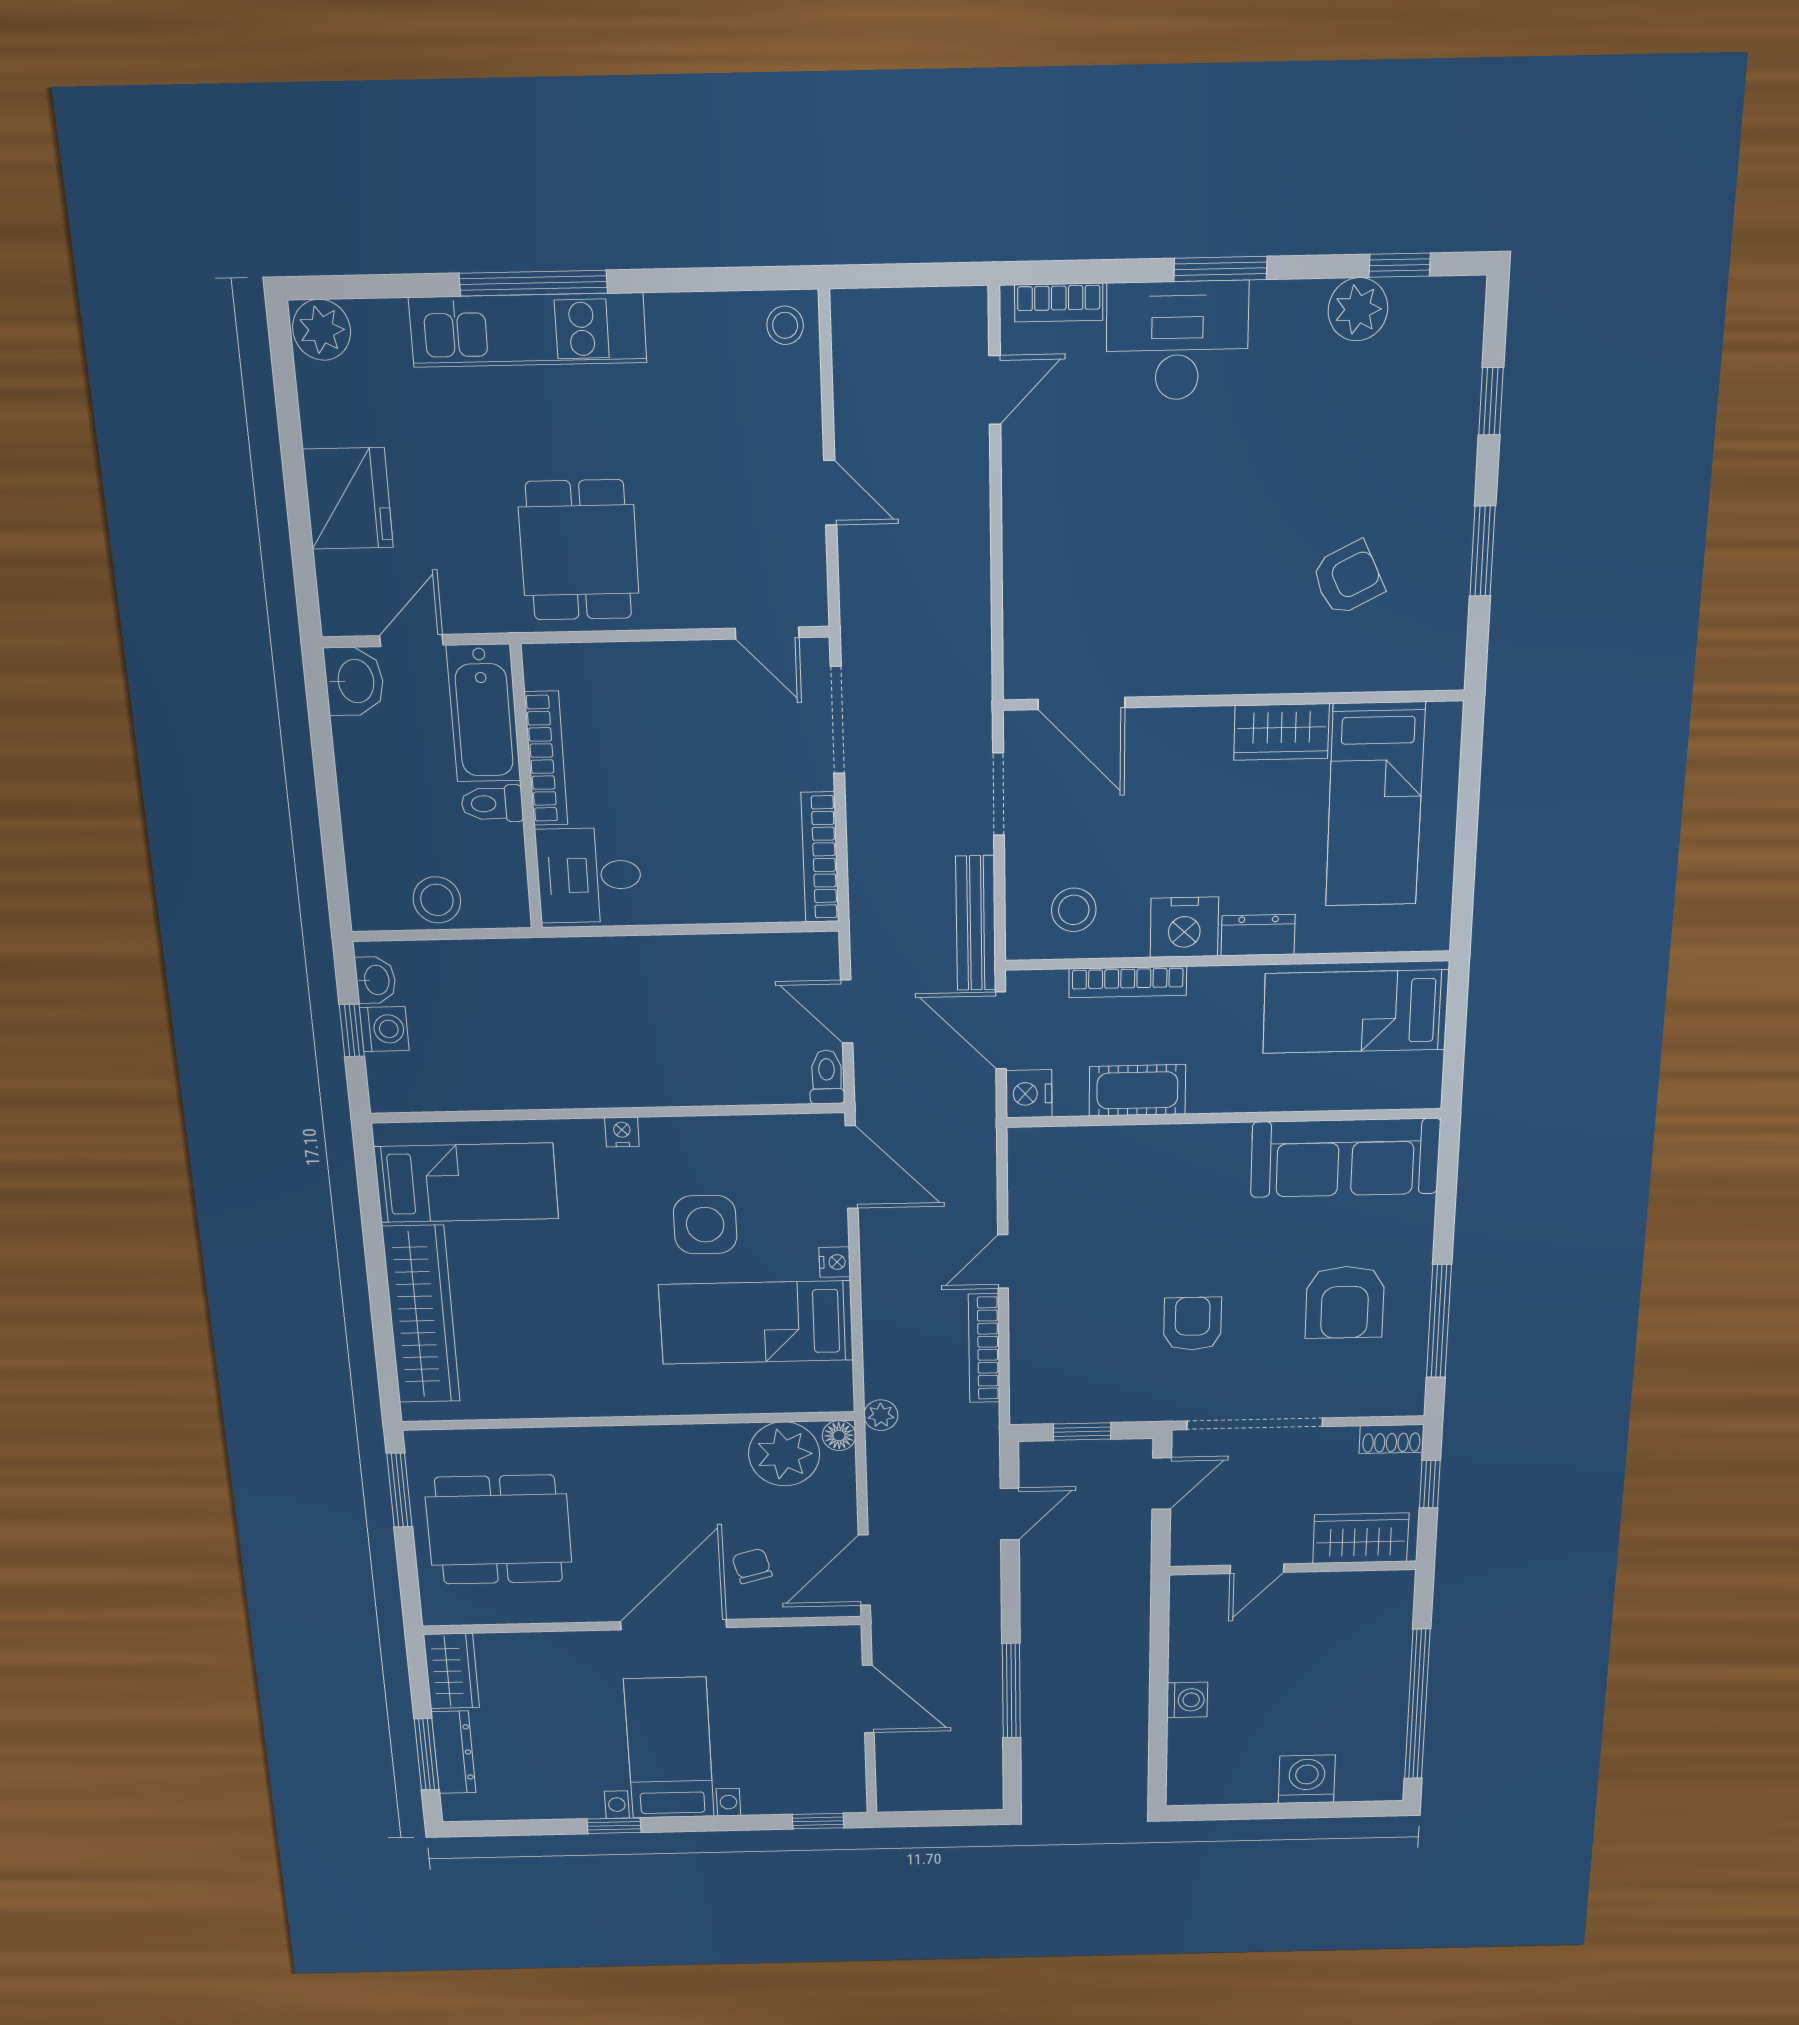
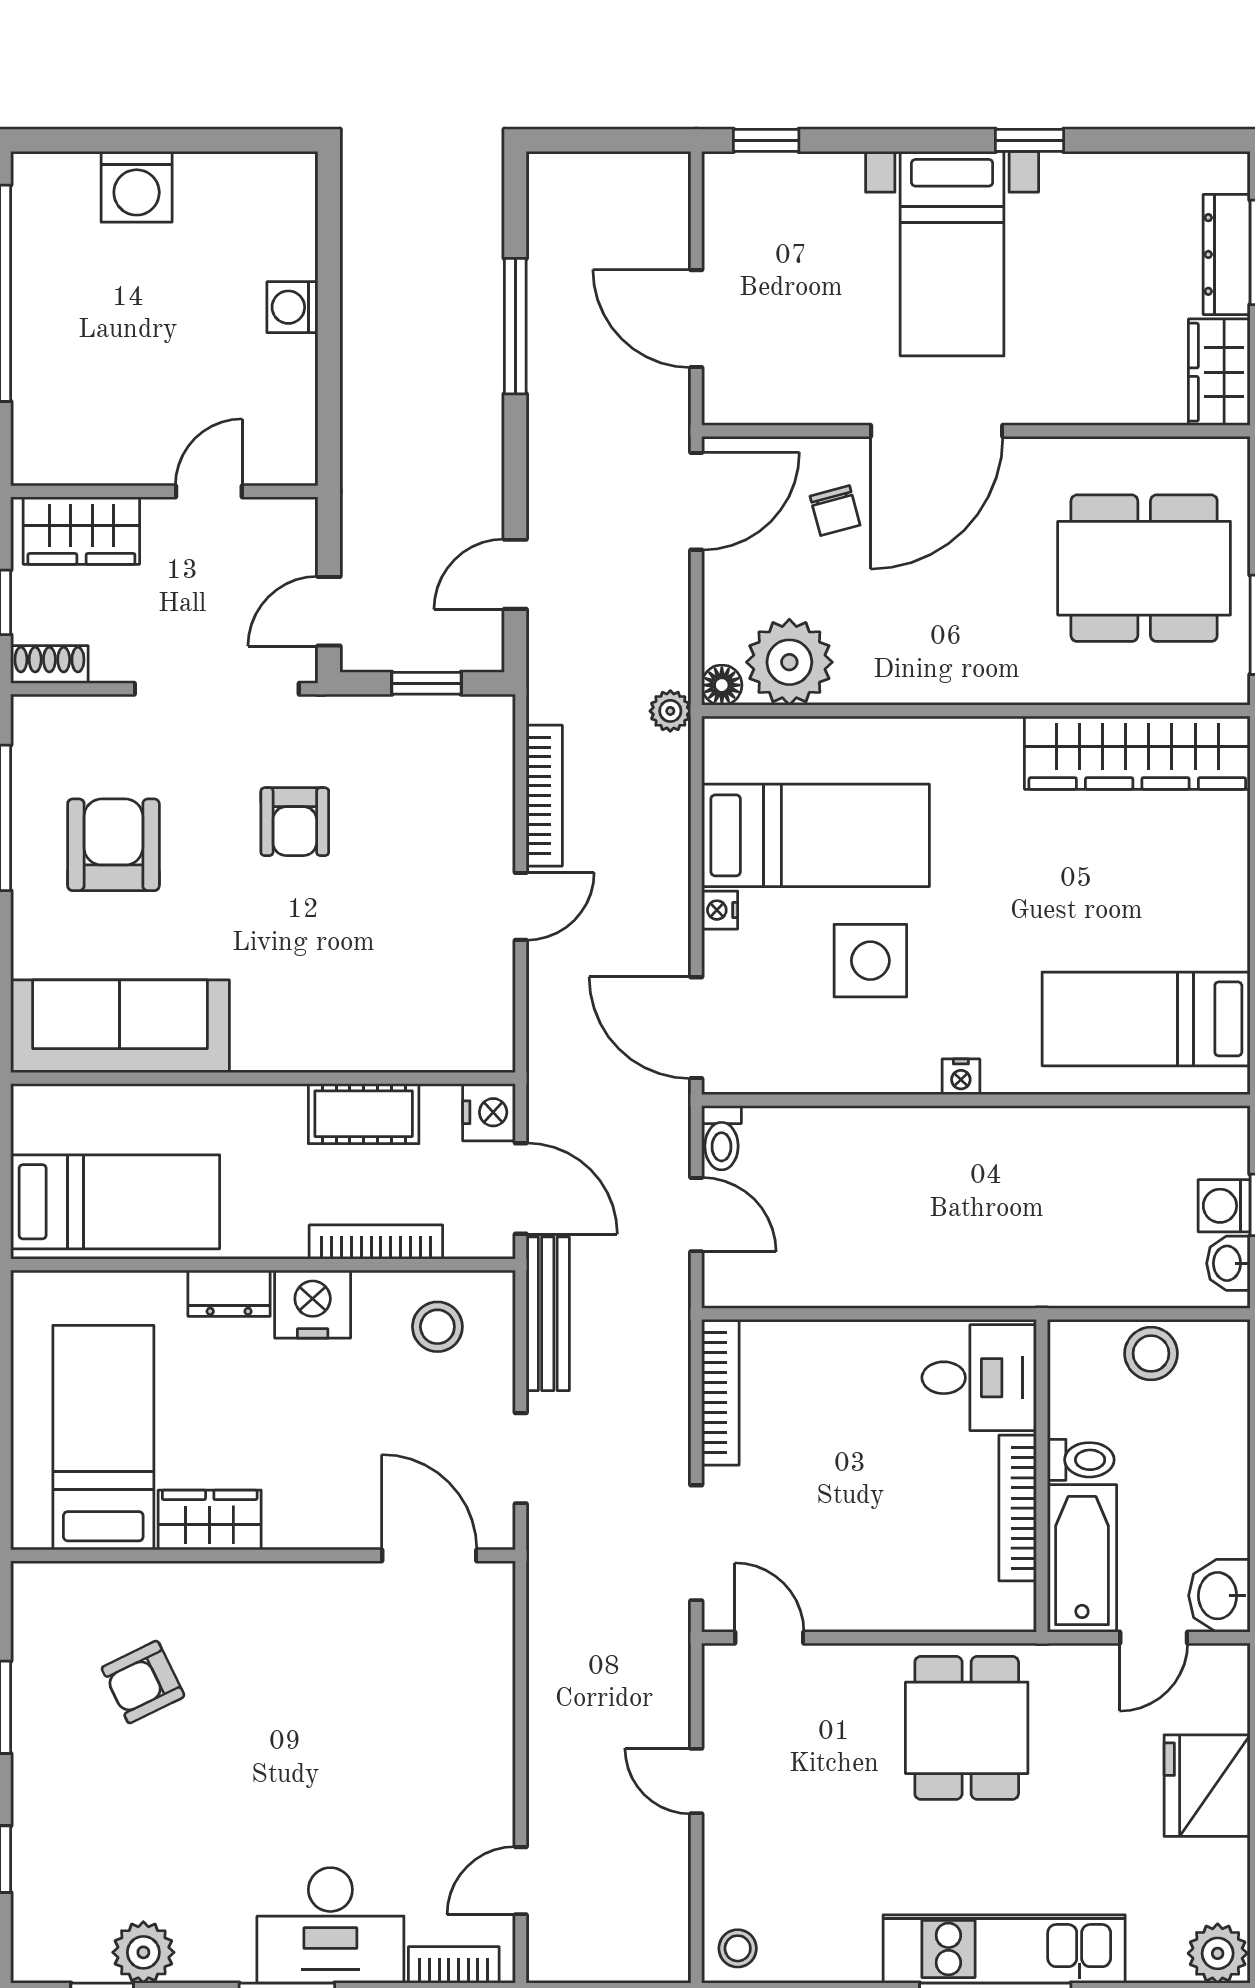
wardrobe: (421, 1315) -> (1137, 753), moved, turned -90

